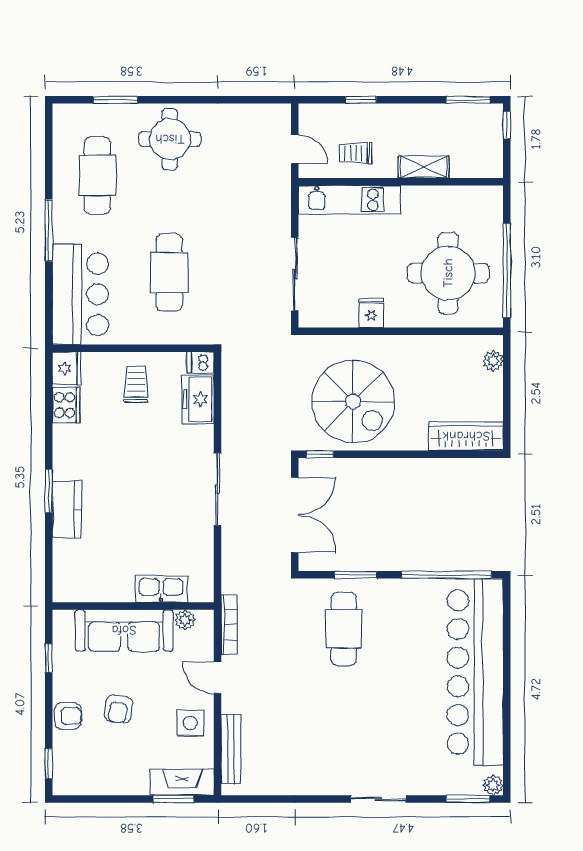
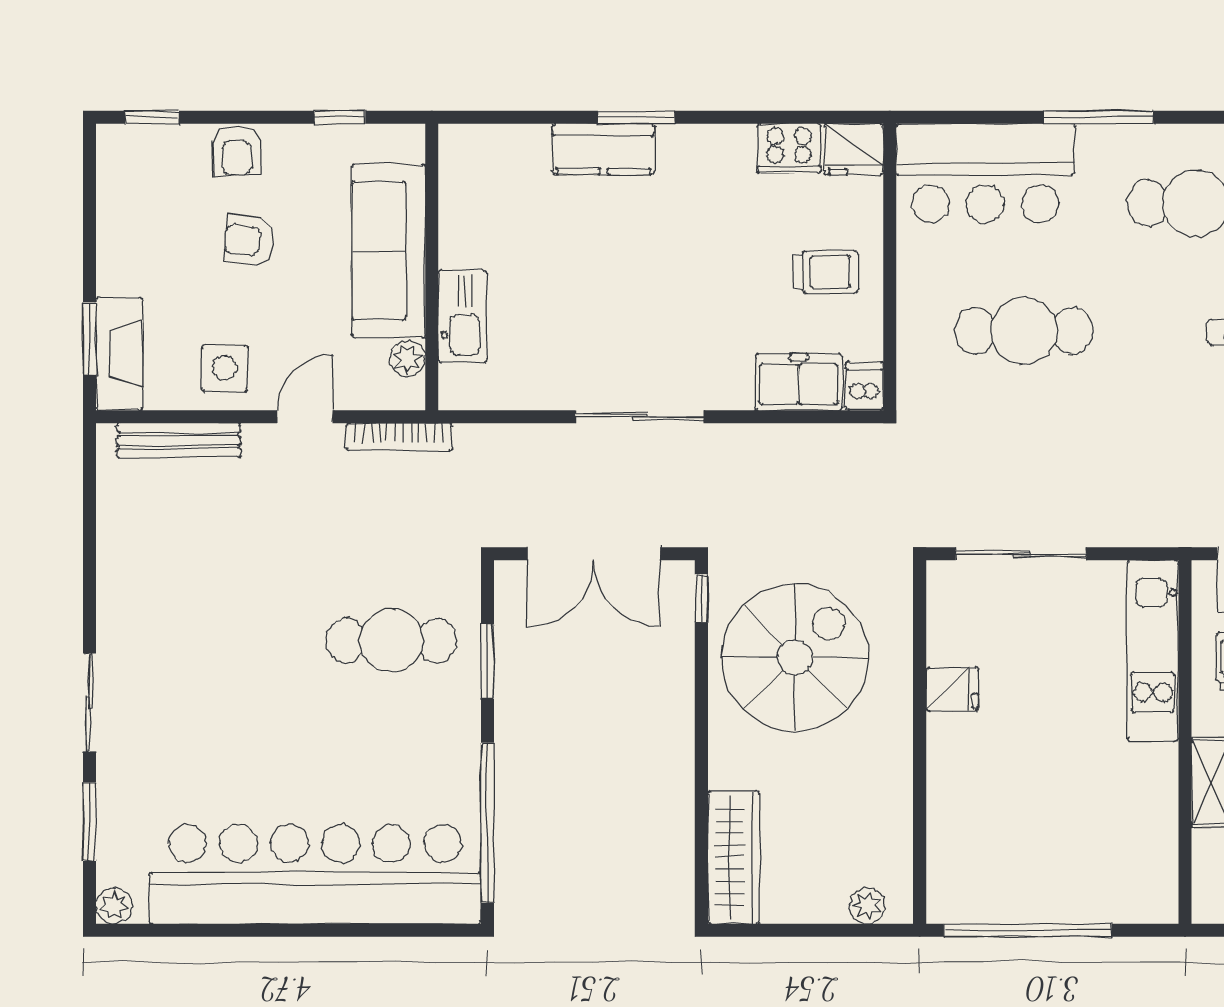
round table: (448, 273) -> (1023, 826), removed
spiral stairs: (353, 402) -> (795, 657), turned 180
window: (468, 799) -> (90, 822), moved

